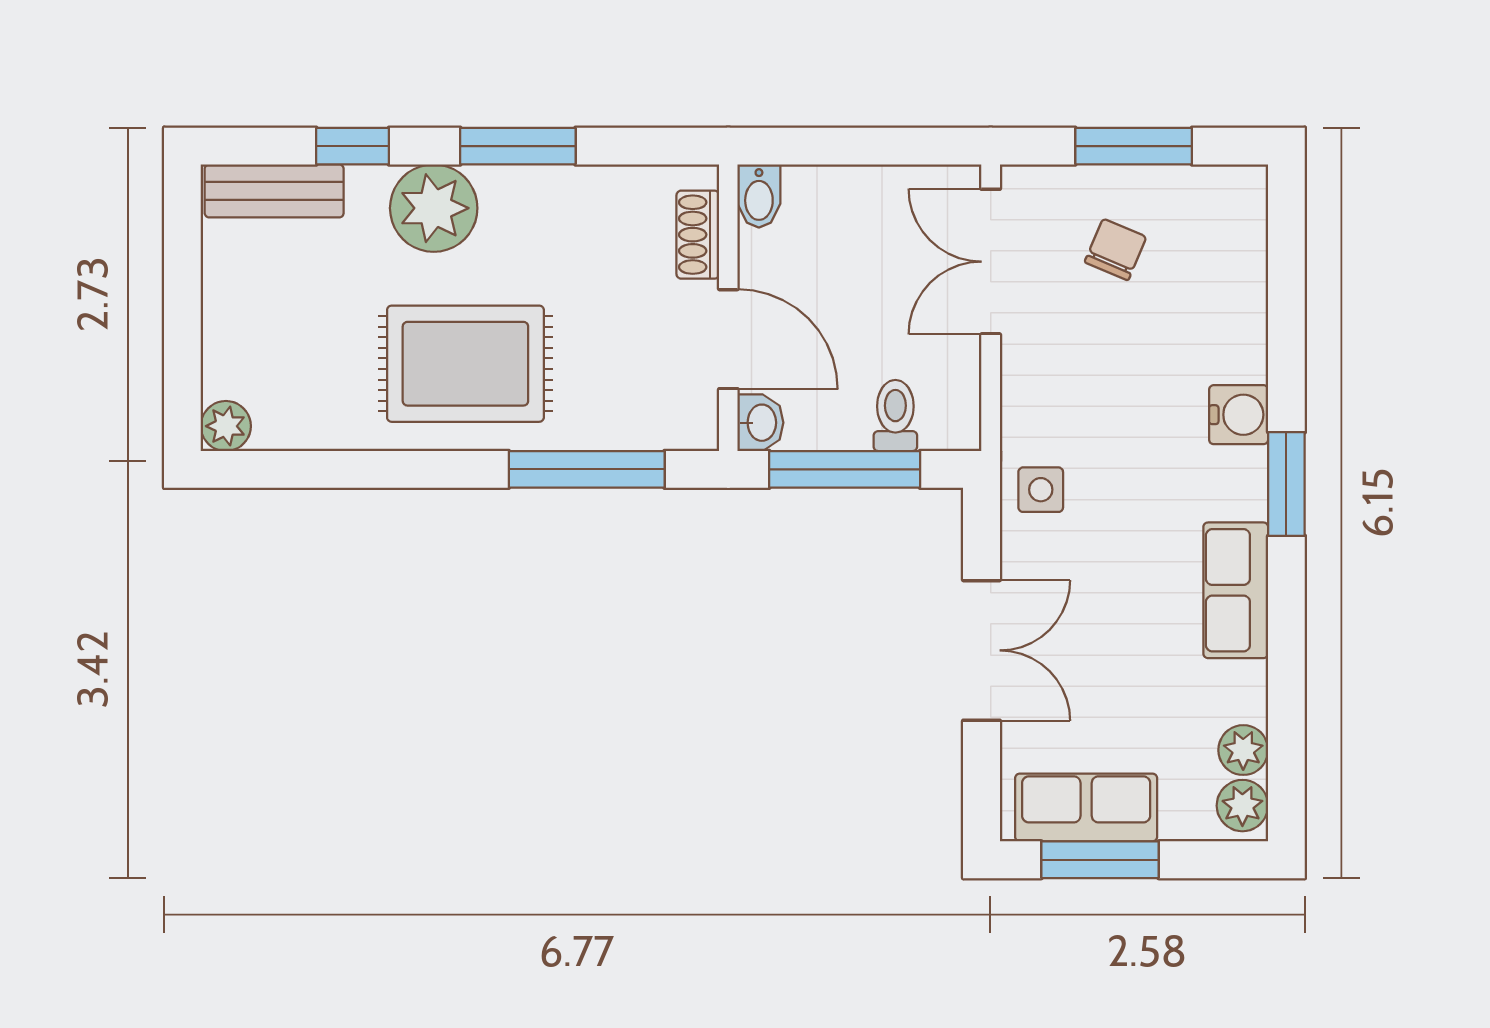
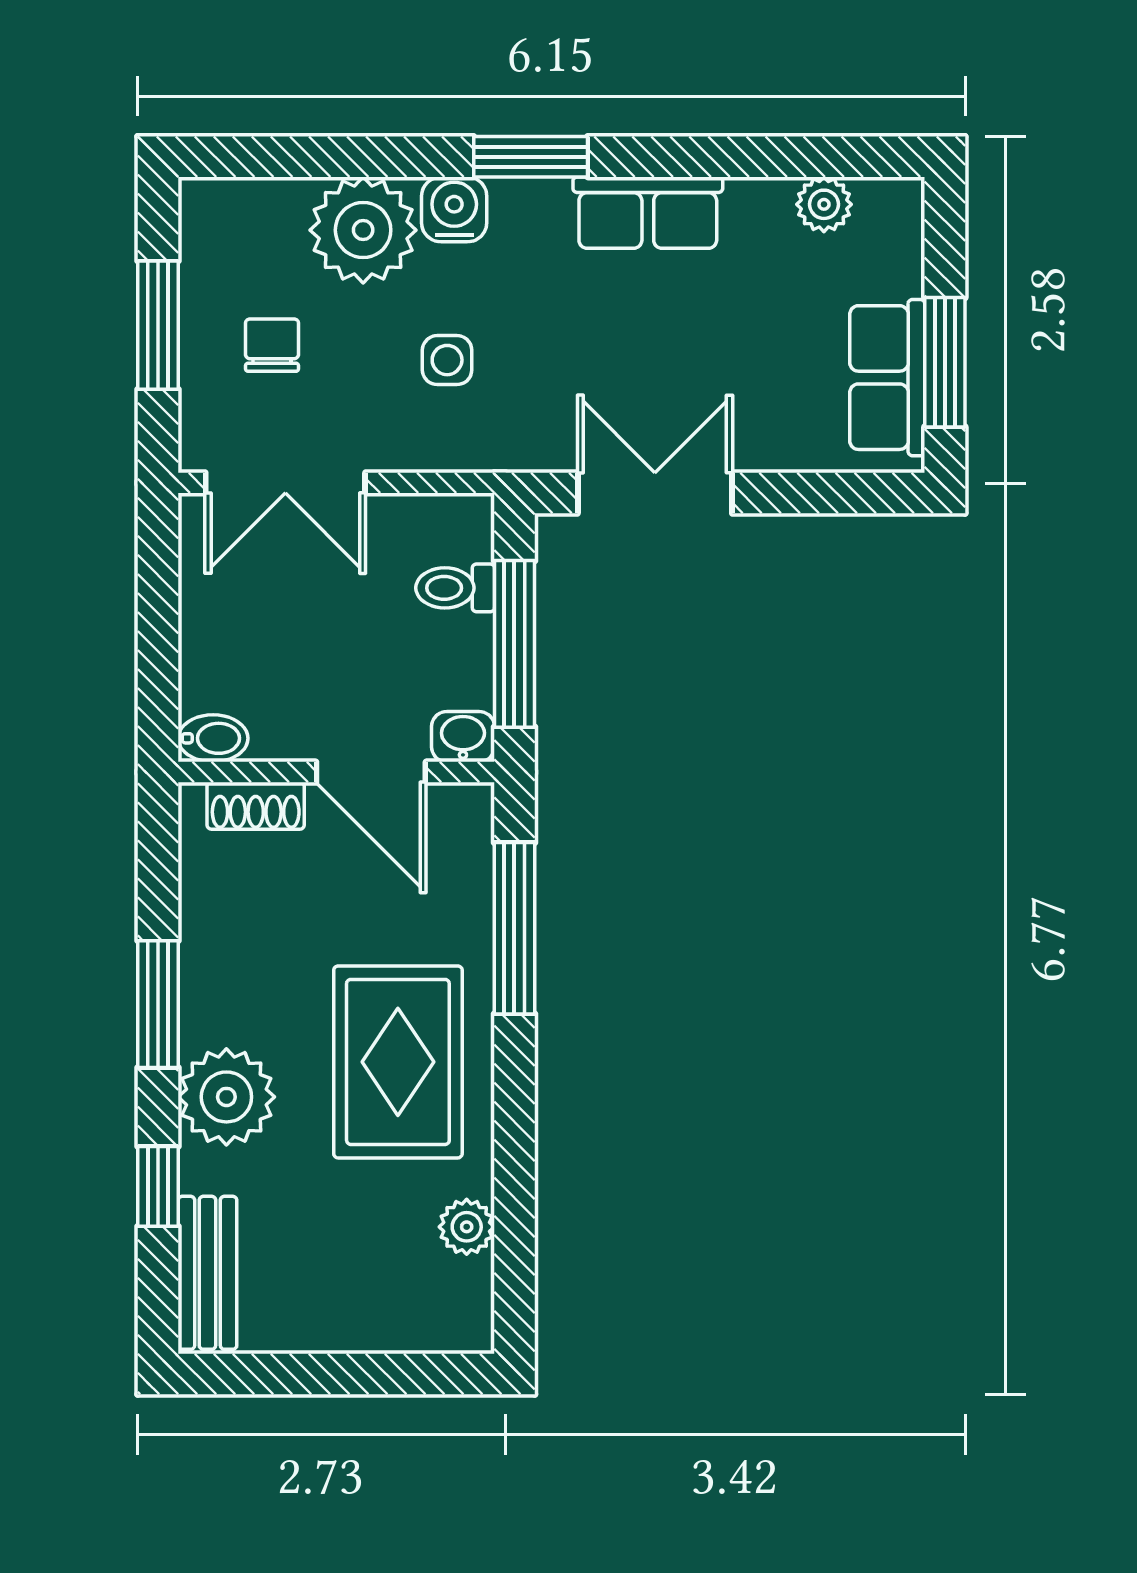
chair: (1116, 249) -> (272, 345), turned 67
door: (728, 339) -> (371, 772), swing flipped
plant: (226, 426) -> (467, 1227), moved
side table: (1041, 490) -> (447, 360), moved
double door: (981, 650) -> (655, 493), moved
plant: (1242, 806) -> (363, 230), moved, width x1.87, depth x1.87

